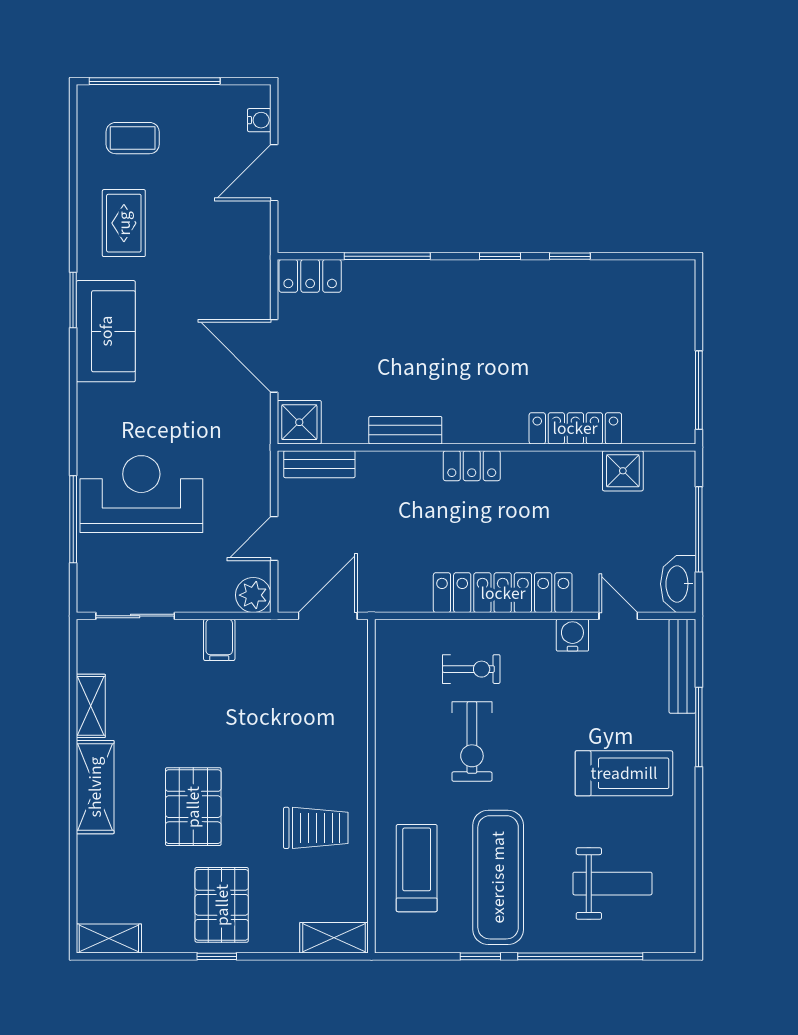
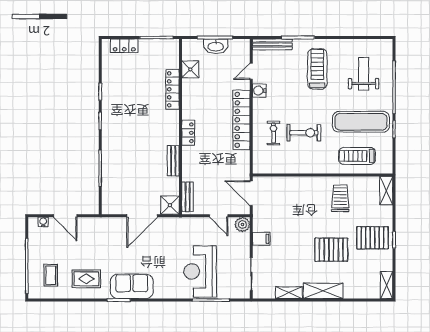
locker: (310, 276) -> (124, 46), moved, turned 90
washbasin: (678, 584) -> (216, 46), moved

